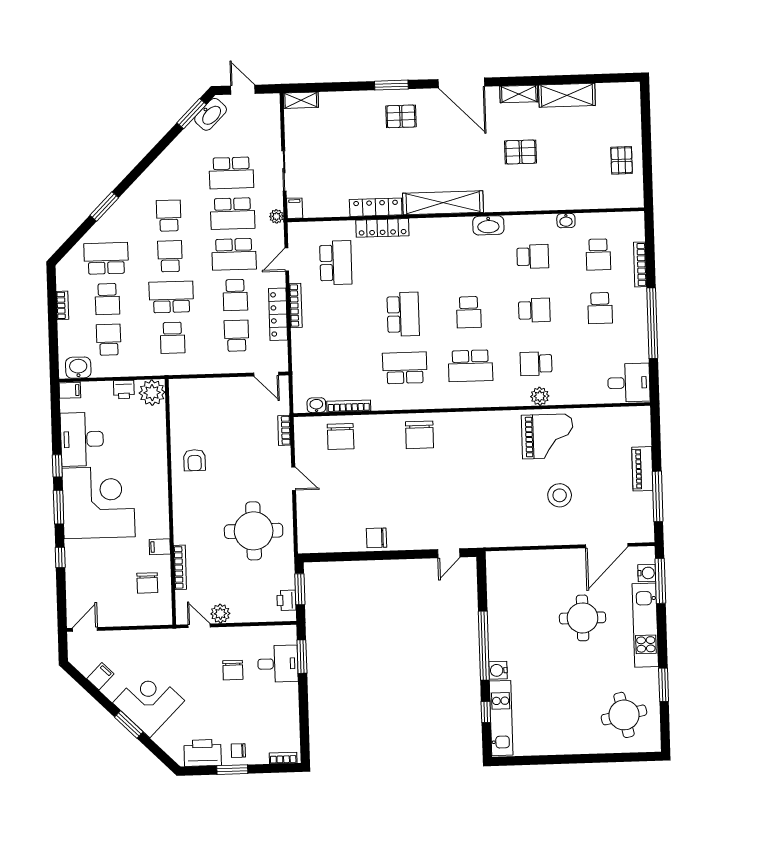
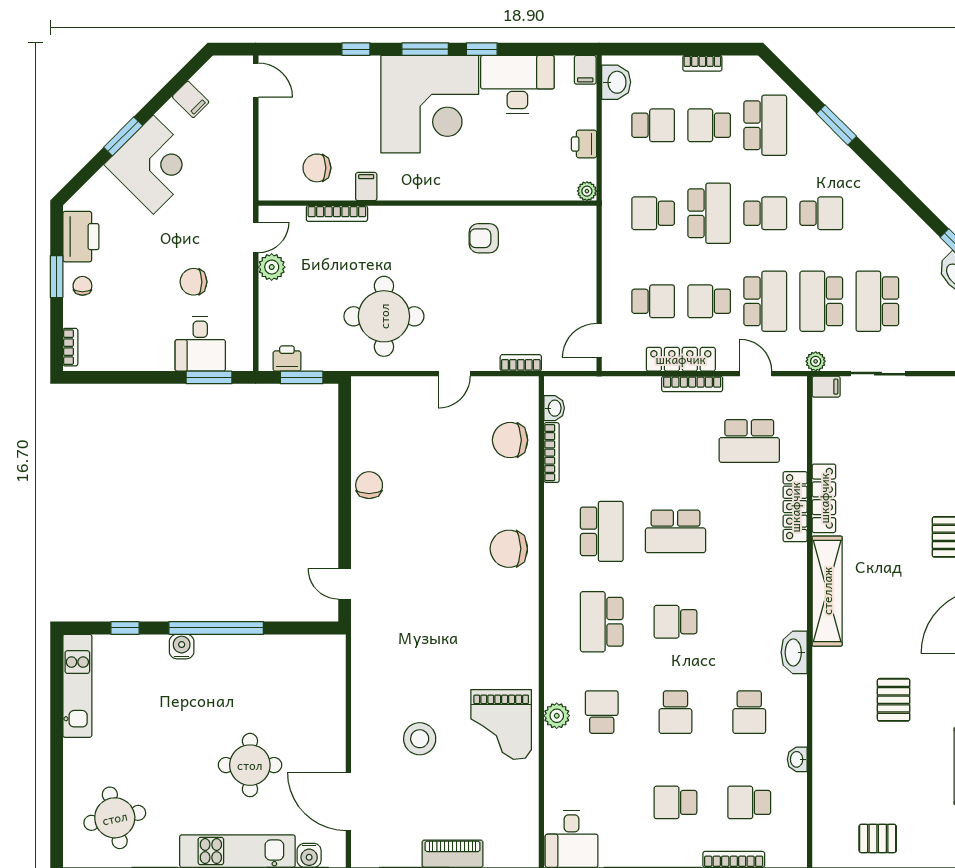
school desk: (234, 254) -> (765, 301), turned 180
plant: (152, 393) -> (587, 191), width x0.53, depth x0.53
kitchen unit: (501, 718) -> (77, 686), moved, turned -90

